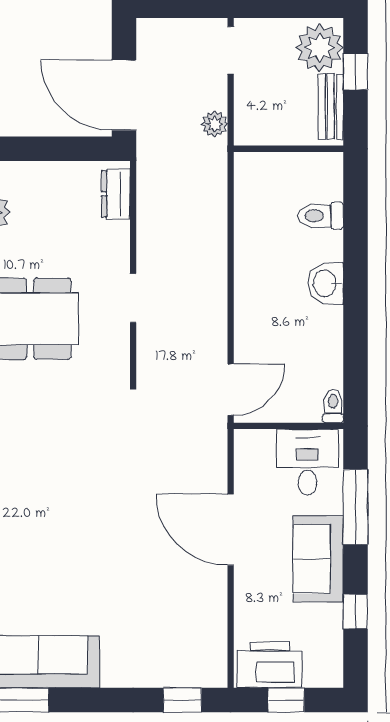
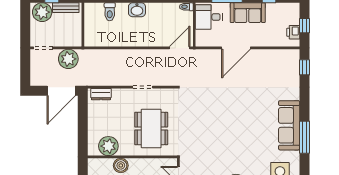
plant: (215, 124) -> (68, 59), width x1.87, depth x1.87
door: (231, 390) -> (180, 48), hinge flipped
printer: (270, 665) -> (293, 32), width x0.53, depth x0.68

